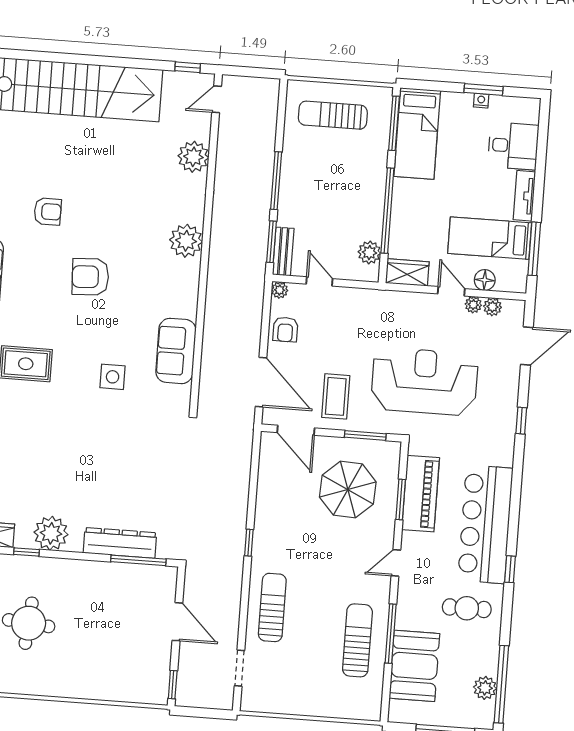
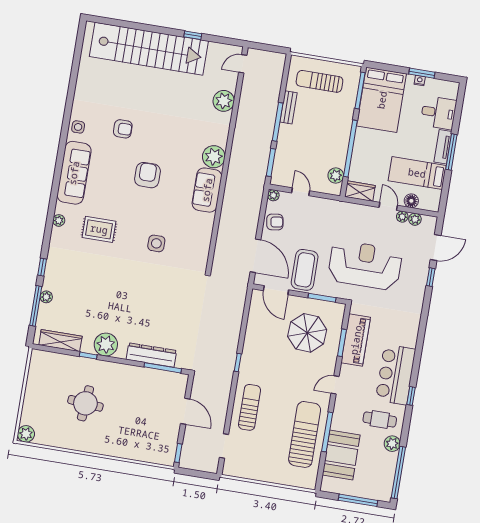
window: (188, 67) -> (193, 35), moved
bed: (417, 134) -> (382, 100), width x1.50
window: (534, 249) -> (451, 152), moved
bench: (283, 251) -> (288, 107), moved
armchair: (90, 277) -> (147, 175), turned 93
armchair: (285, 329) -> (275, 222), turned -99
sofa: (176, 351) -> (207, 190), moved
coffee table: (336, 396) -> (305, 270), width x1.36, depth x1.32
window: (521, 421) -> (431, 277), moved
bar counter: (485, 524) -> (396, 375), width x0.73
sun lounger: (357, 640) -> (305, 434), width x1.36, depth x1.34
plant: (485, 688) -> (392, 444), moved

